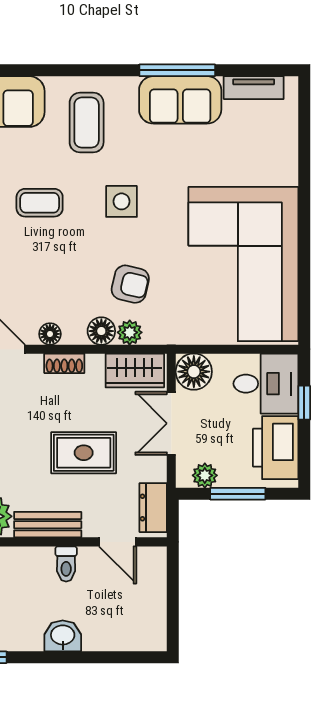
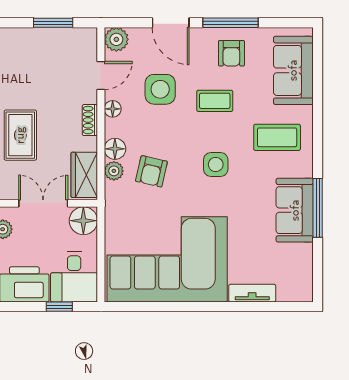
tv unit: (254, 88) -> (252, 293), moved, turned 90
coffee table: (40, 203) -> (215, 101), turned 90
side table: (25, 273) -> (160, 89), added

